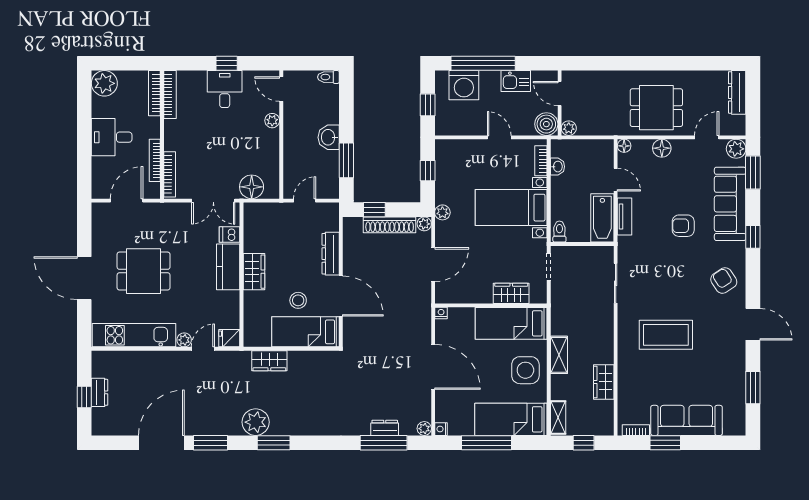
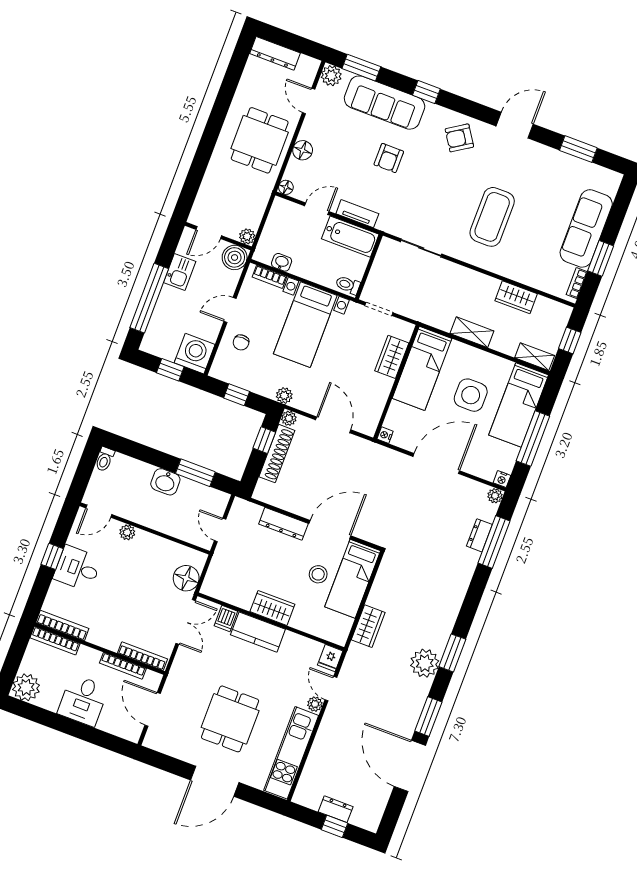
washing machine: (464, 85) -> (195, 354), moved, turned -90
chair: (475, 157) -> (241, 342), added
window: (374, 210) -> (264, 440), moved
side table: (525, 370) -> (471, 395), moved

